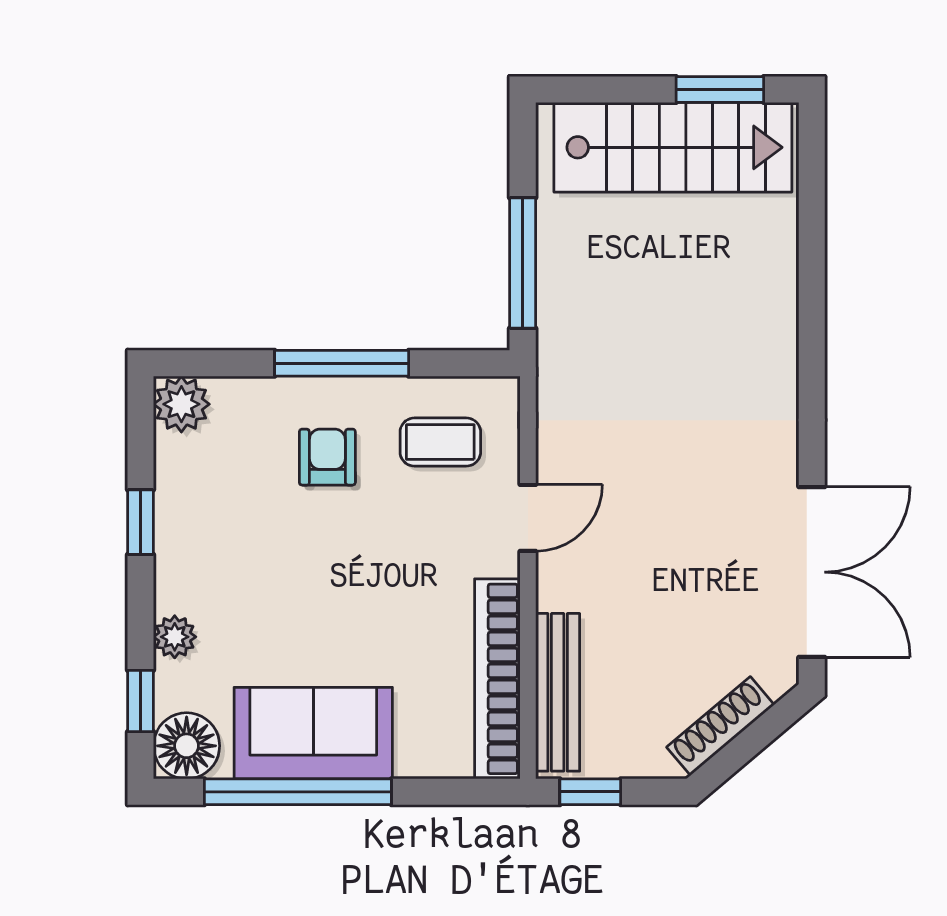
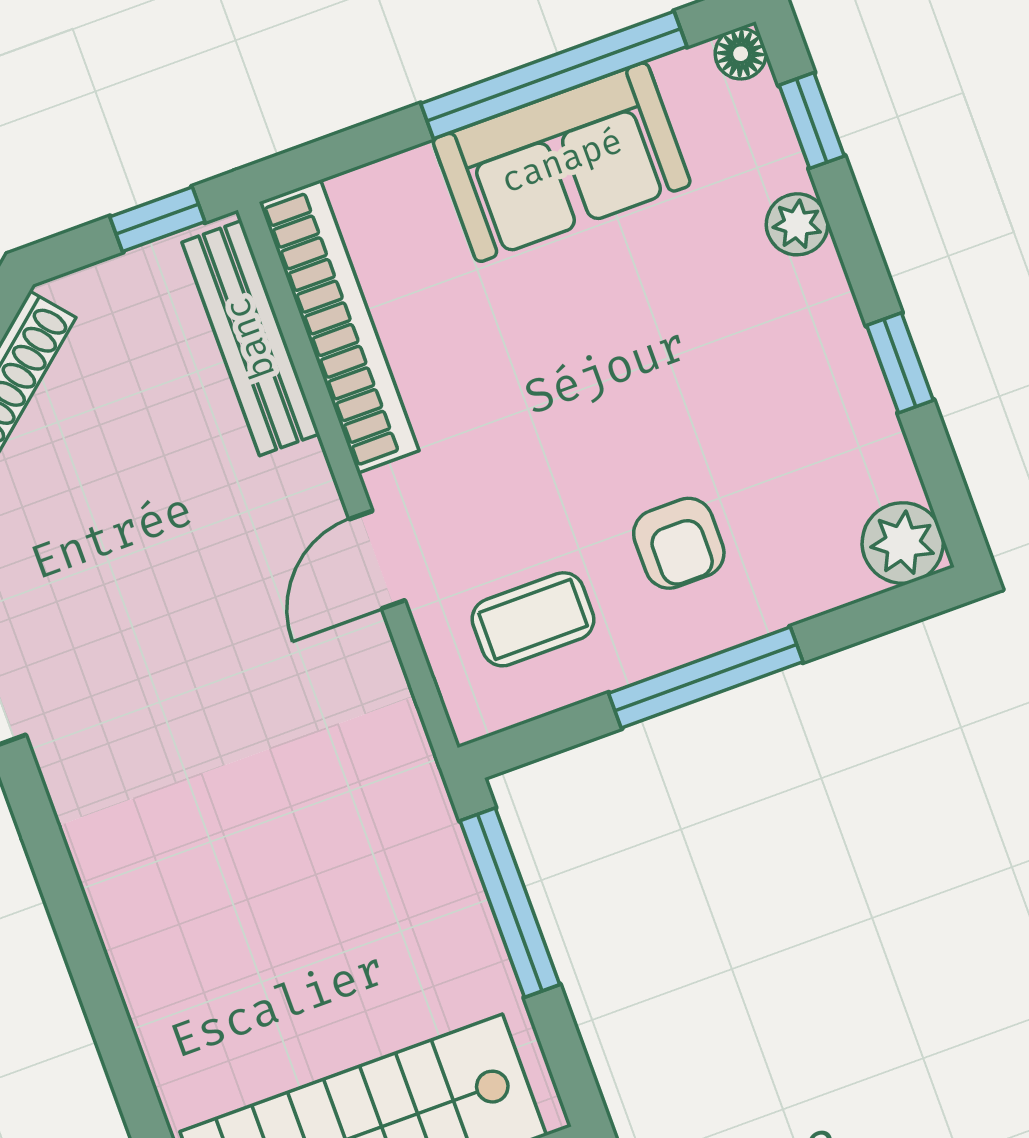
floor lamp: (187, 746) -> (741, 54), width x0.53, depth x0.53

